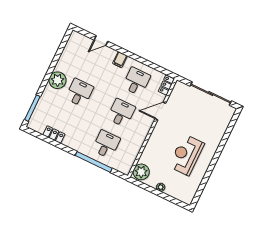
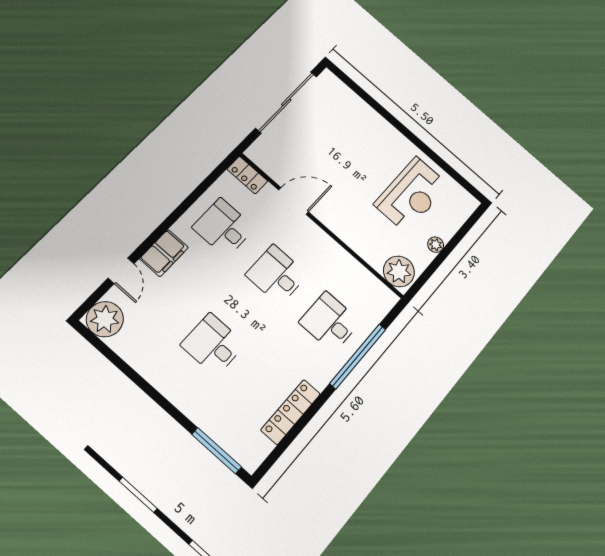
filing cabinet: (120, 60) -> (164, 253), width x2.00
plant: (58, 80) -> (105, 319), moved
door: (160, 111) -> (294, 201), swing flipped
locker: (54, 135) -> (291, 412), width x1.53
reception desk: (186, 155) -> (412, 194), moved, turned -90

